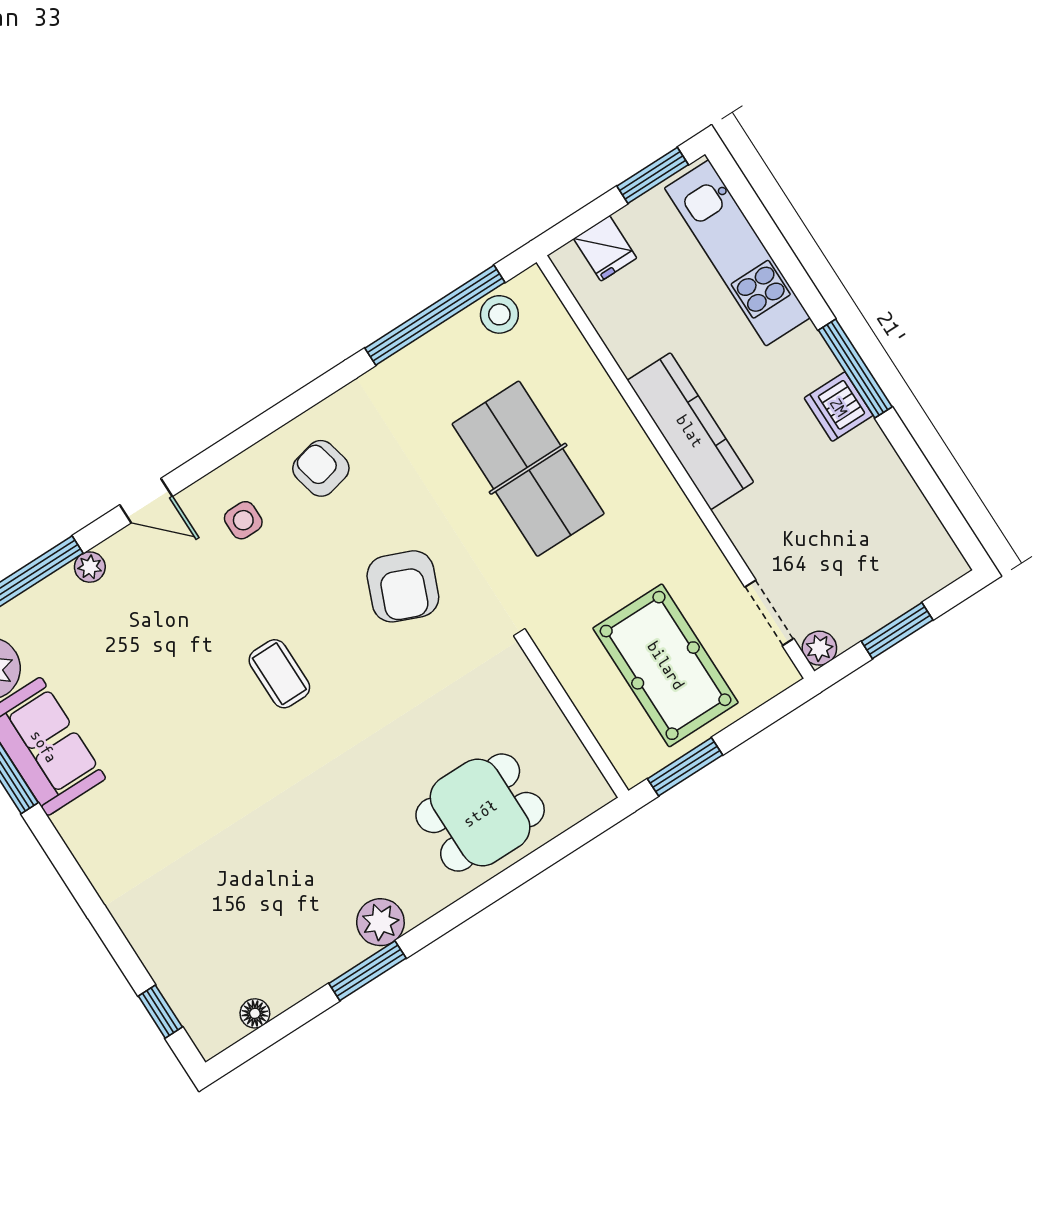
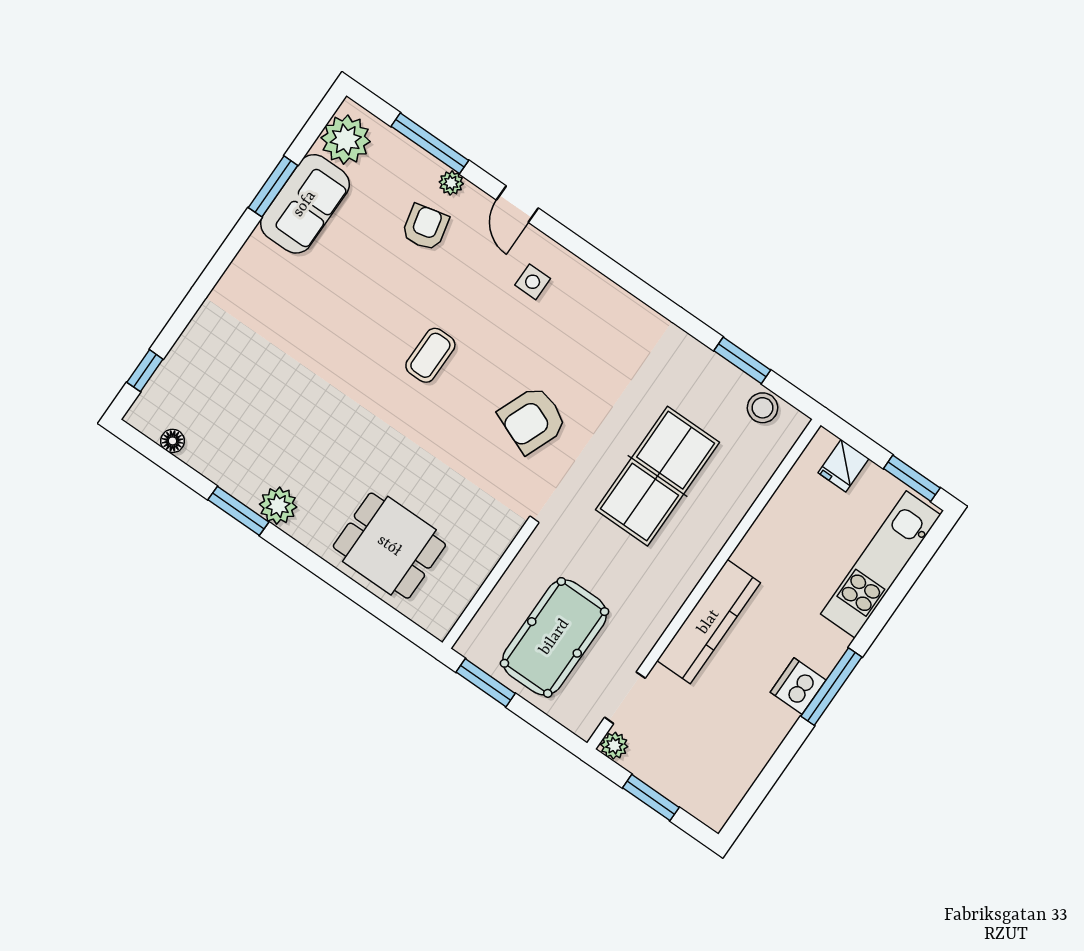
window: (435, 315) -> (742, 360), width x0.47
kitchen counter: (690, 431) -> (709, 622), moved
armchair: (321, 468) -> (425, 227), moved

